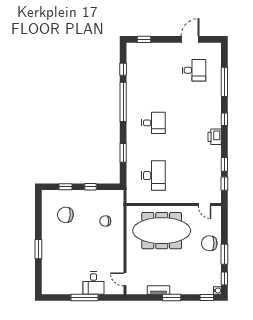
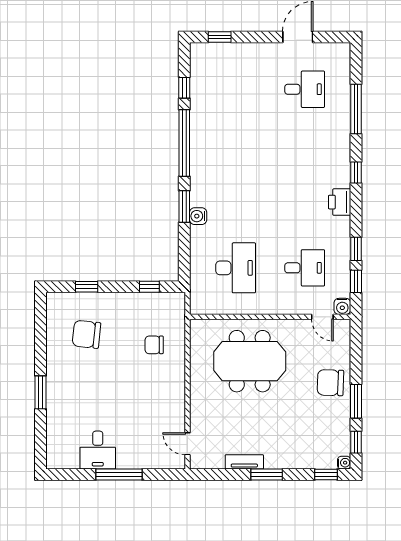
desk: (153, 123) -> (305, 268), moved
water cooler: (131, 145) -> (198, 216), added
window: (123, 153) -> (184, 207), moved
window: (91, 187) -> (149, 287), moved
water cooler: (216, 198) -> (342, 306), added
meeting table: (162, 231) -> (250, 361), width x0.73
desk: (94, 283) -> (98, 450), moved

